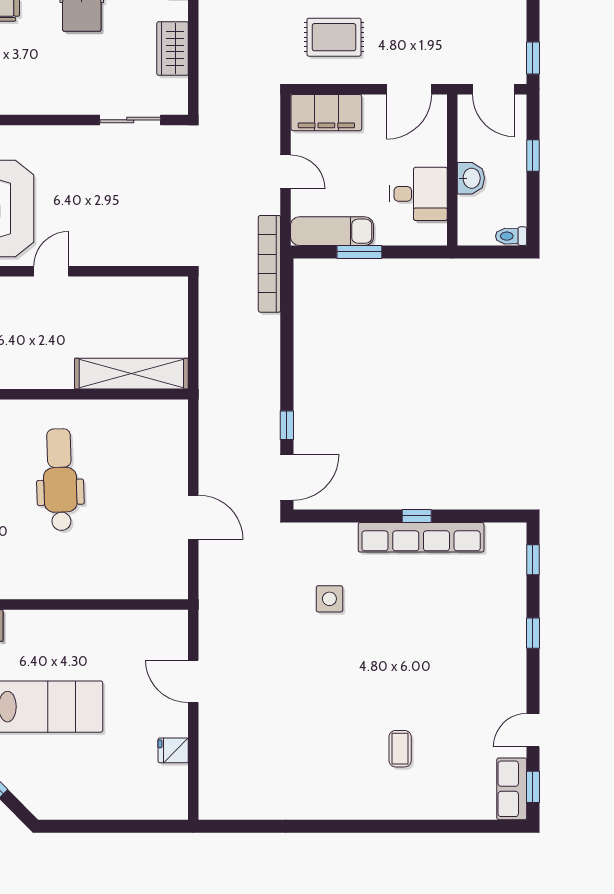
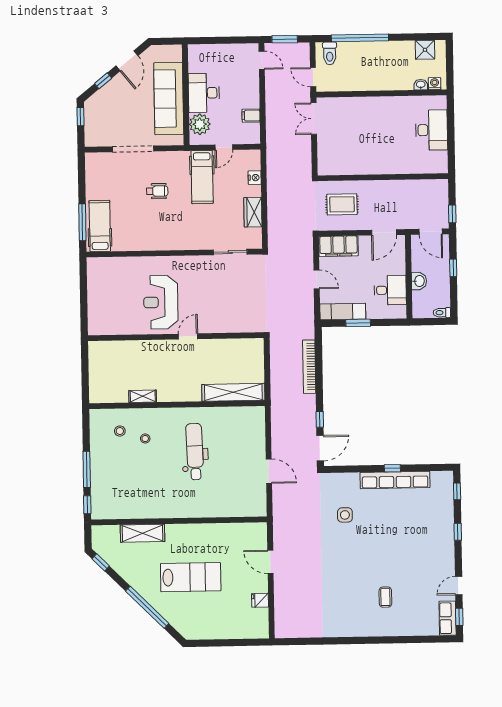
bookcase: (269, 264) -> (309, 367), moved

